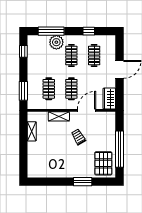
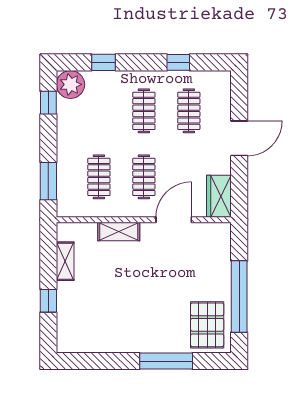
window: (51, 31) -> (104, 62), width x0.46
plant: (56, 42) -> (70, 84), moved
trolley: (78, 137) -> (158, 272), removed
window: (23, 151) -> (48, 301), added
window: (83, 182) -> (166, 361), width x1.44

